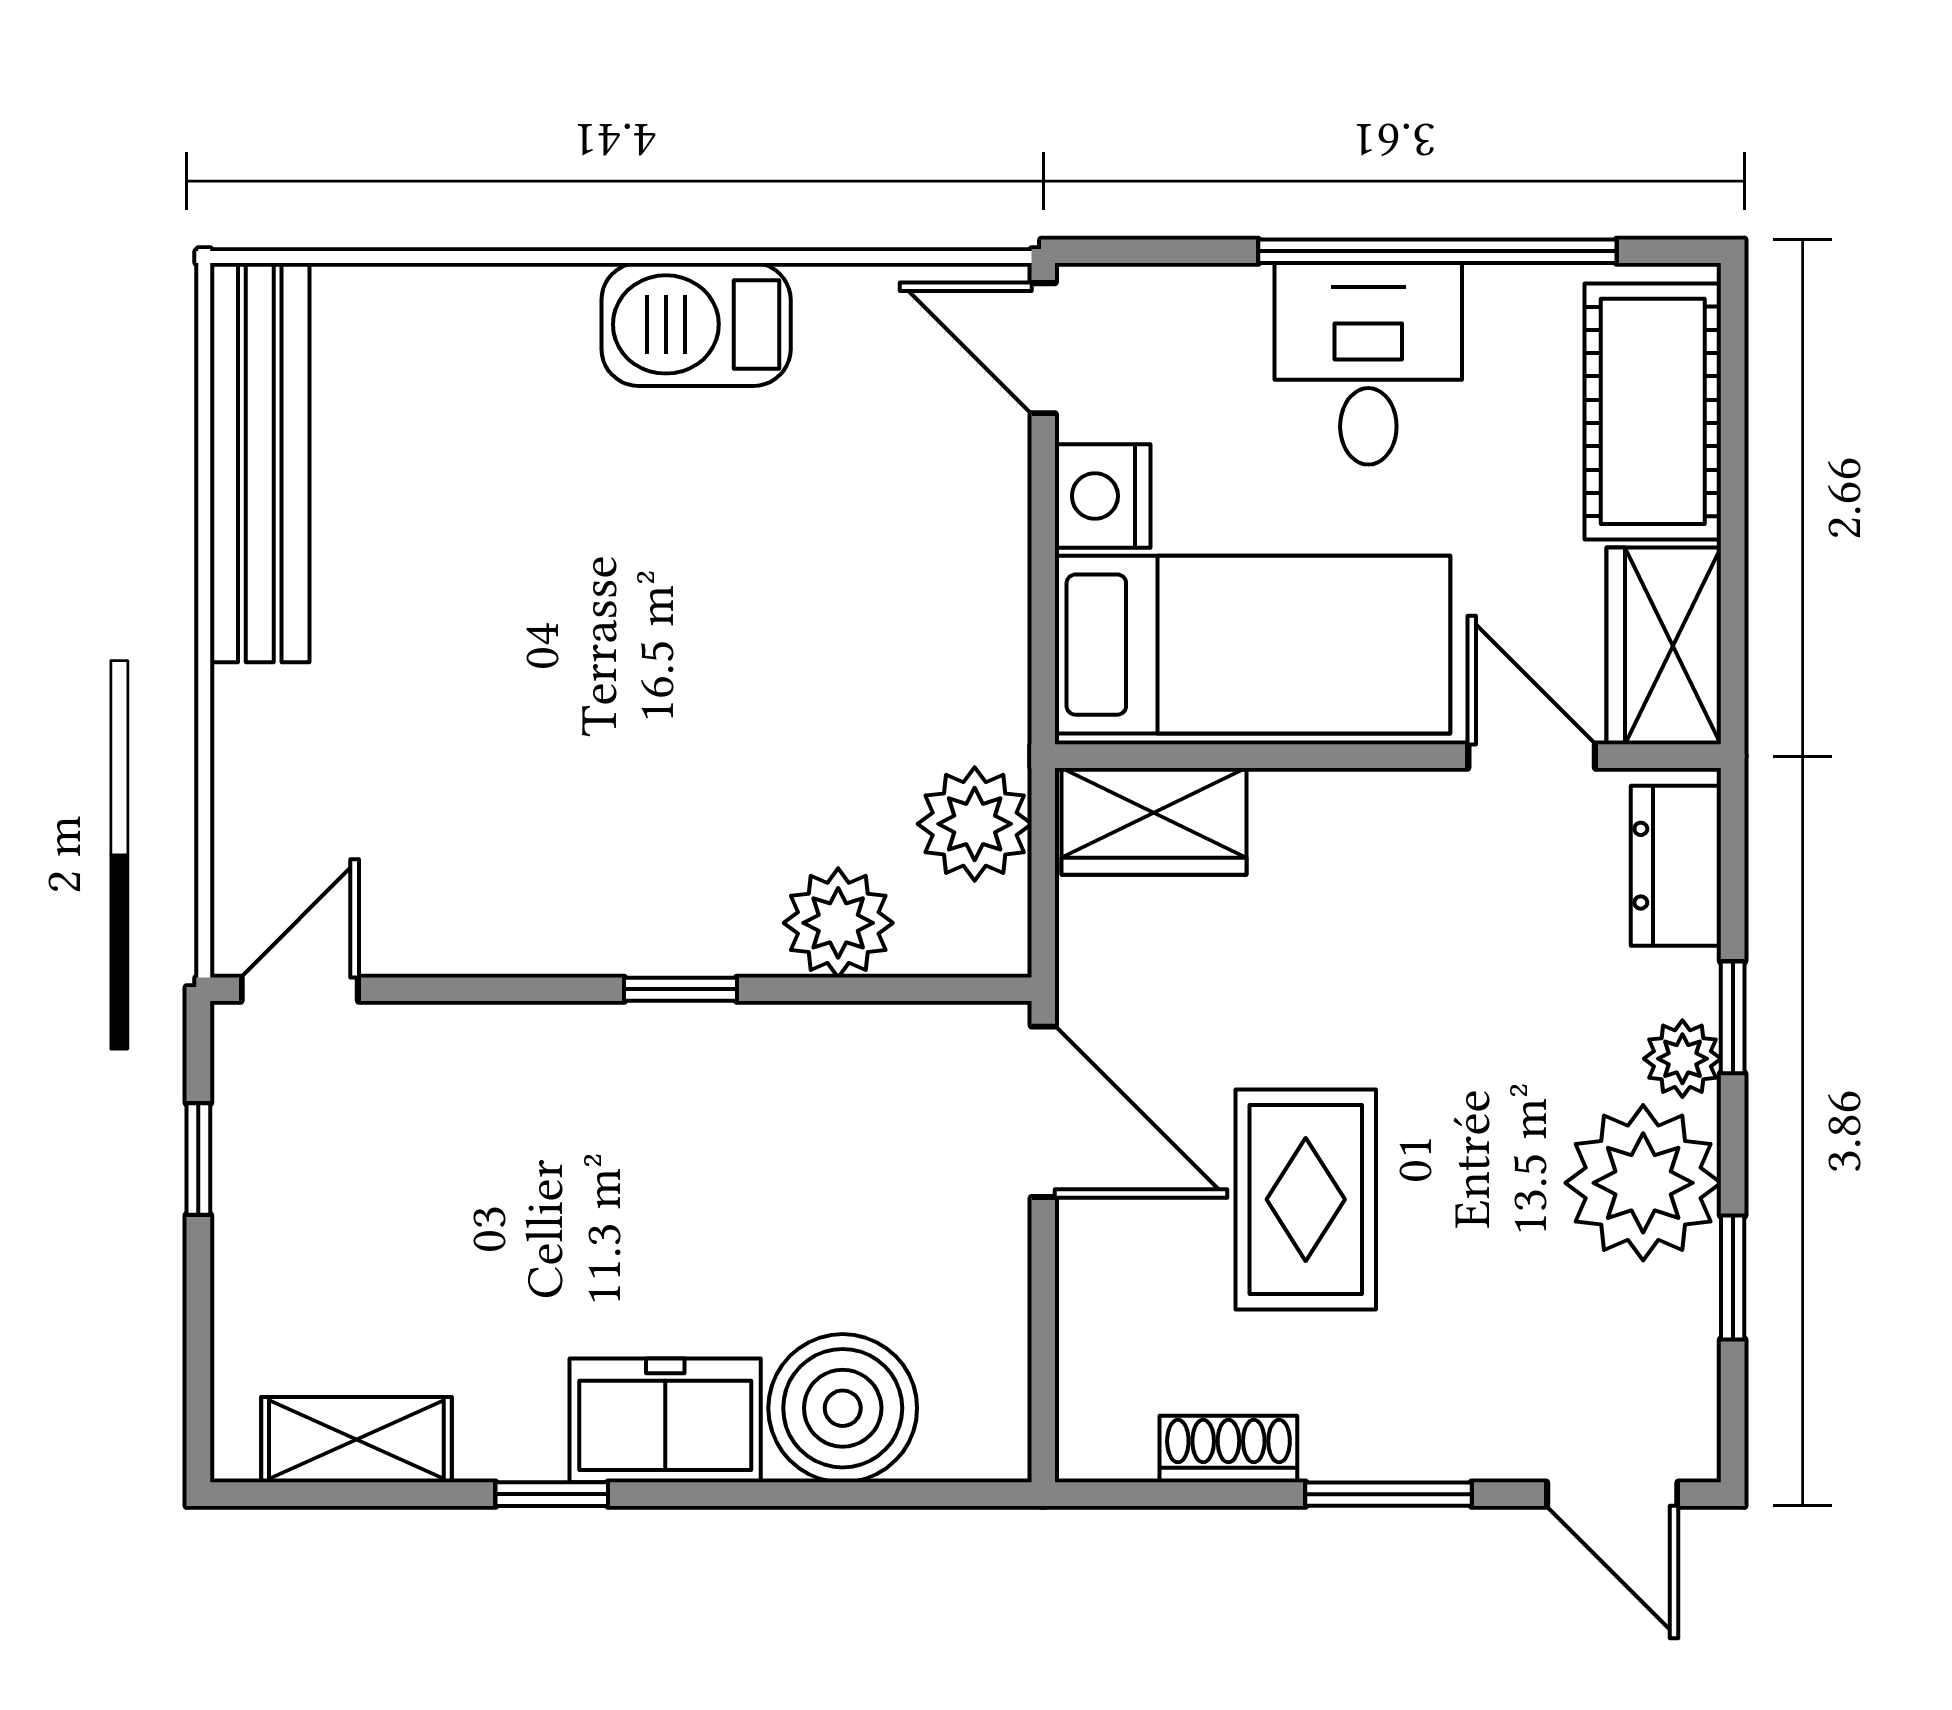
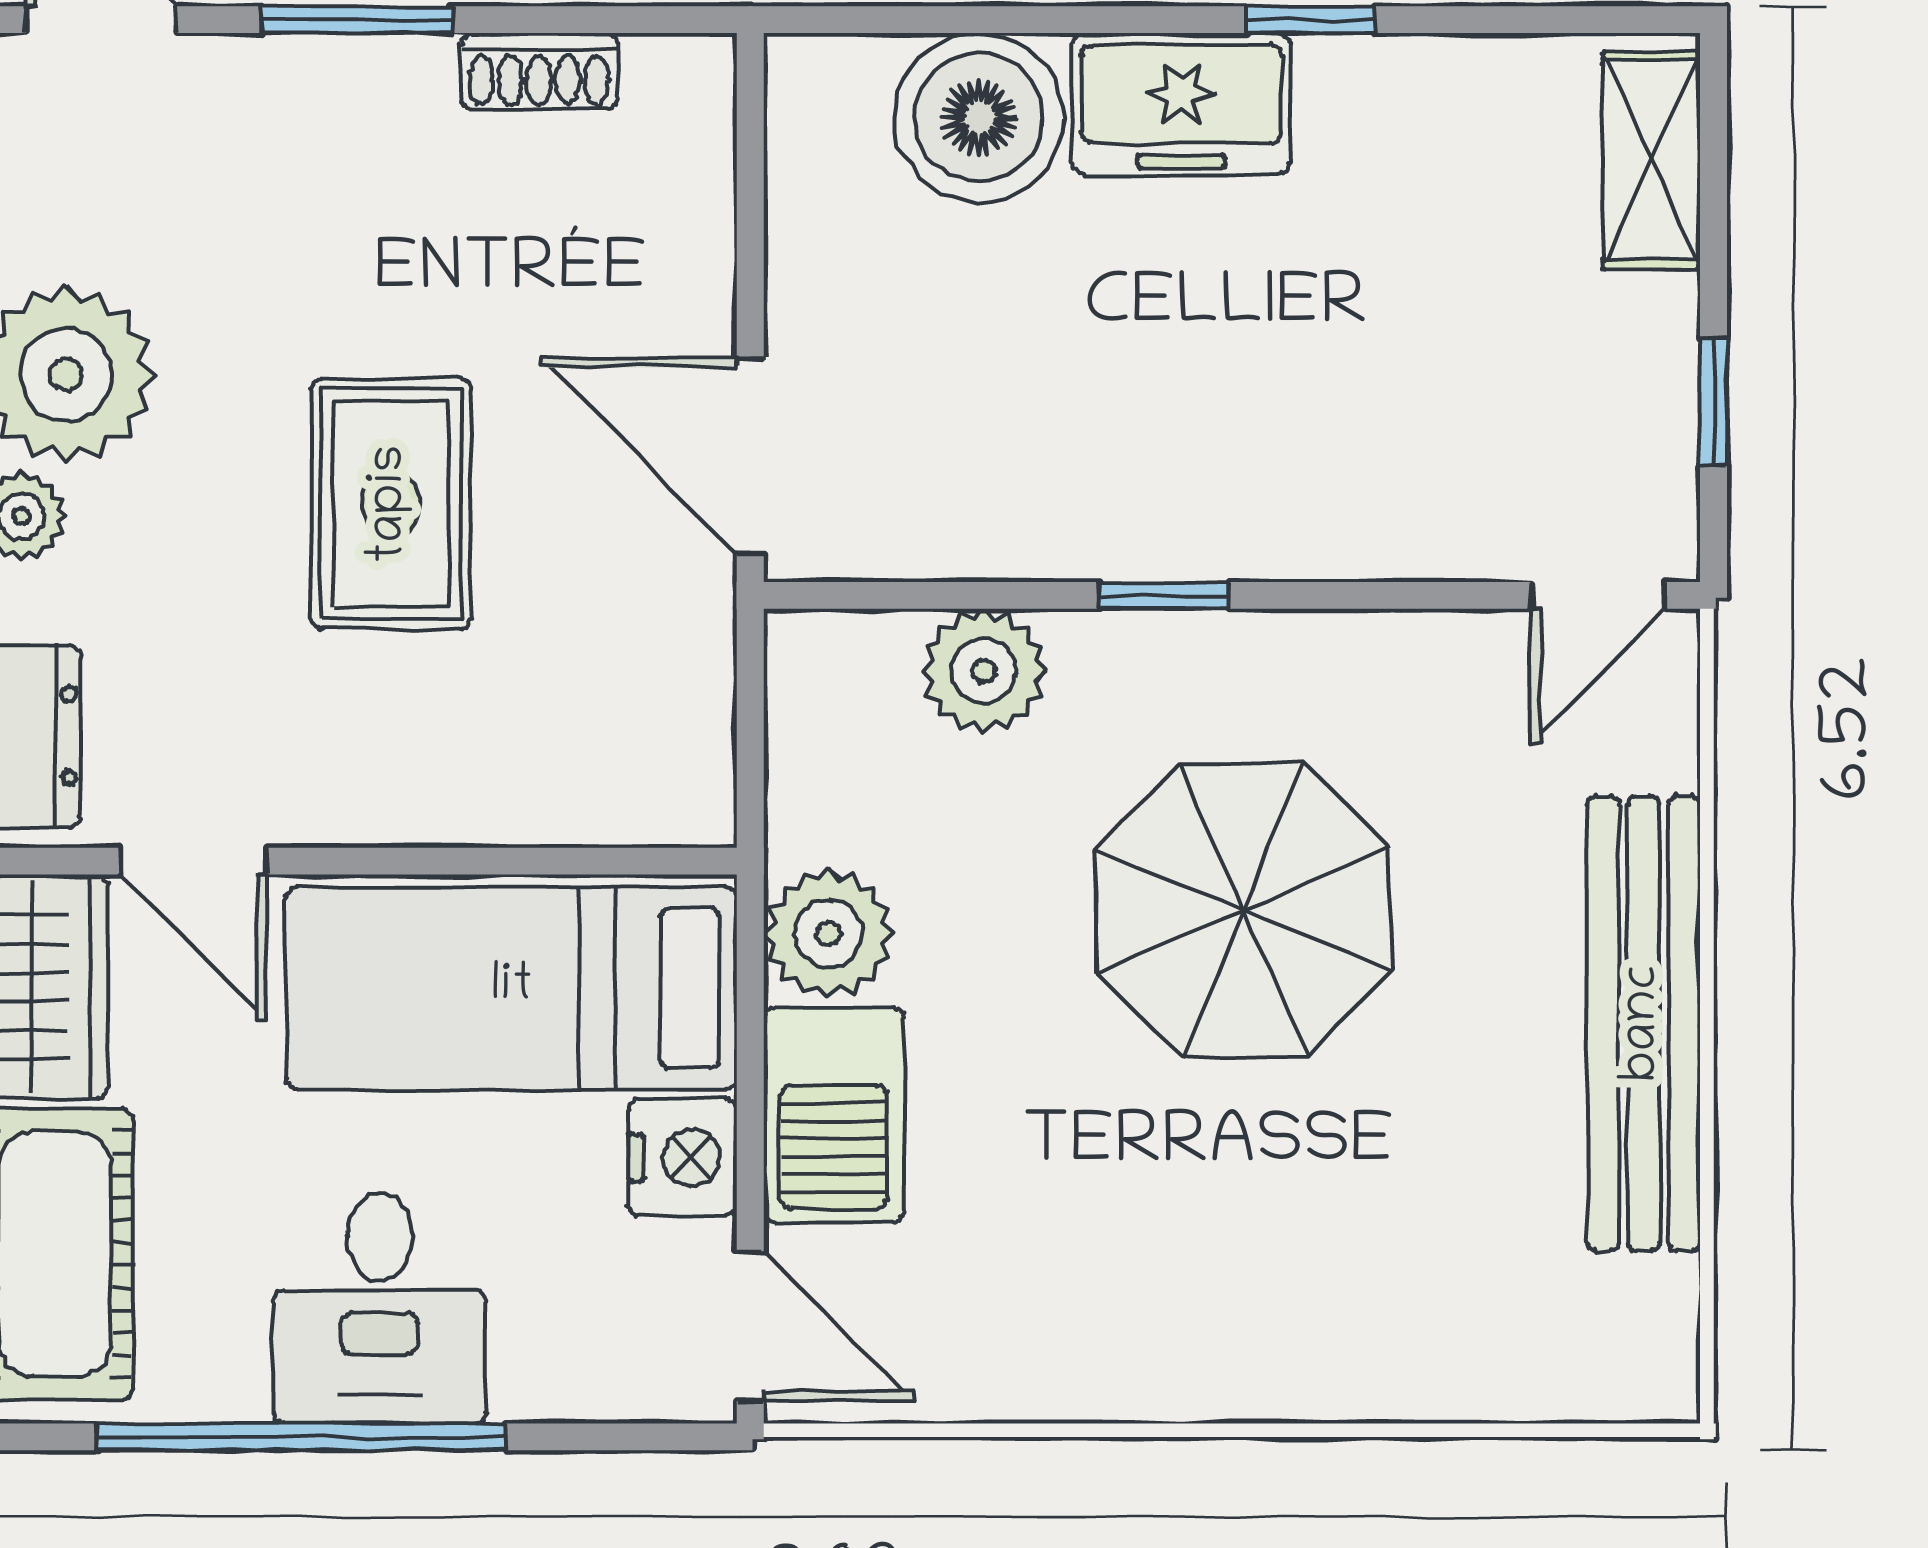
barbecue: (696, 324) -> (834, 1115), moved, turned 90
bench: (260, 463) -> (1644, 1023), moved
parasol: (611, 713) -> (1243, 910), added
wardrobe: (1154, 821) -> (624, 787), removed
plant: (975, 824) -> (828, 934), moved
rug: (1306, 1199) -> (391, 504), moved
shelving: (356, 1440) -> (1651, 160), moved, turned 90

